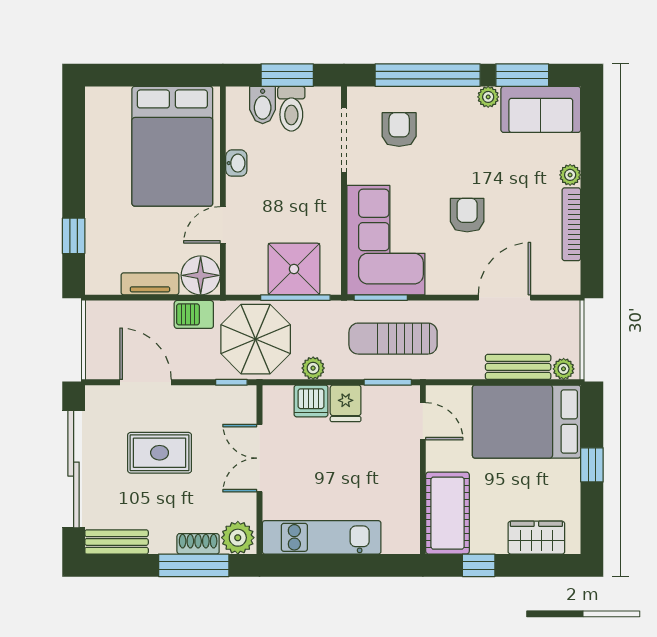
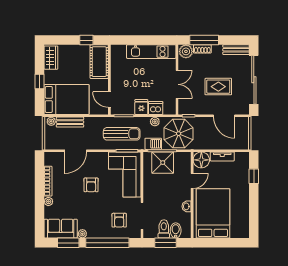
barbecue: (194, 314) -> (153, 144), moved
wardrobe: (536, 538) -> (51, 58), moved, turned -90

